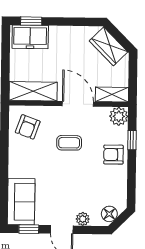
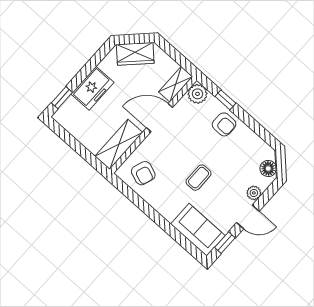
freezer: (30, 37) -> (93, 88), moved
coffee table: (69, 143) -> (199, 178), moved
armchair: (113, 155) -> (224, 124), turned -90

